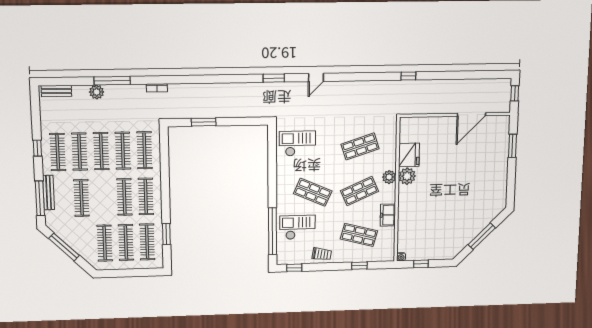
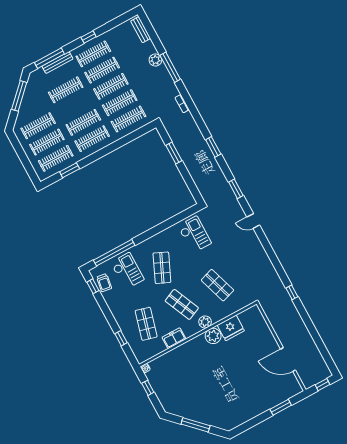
window: (218, 79) -> (213, 147), added
trolley: (322, 254) -> (104, 283), moved

